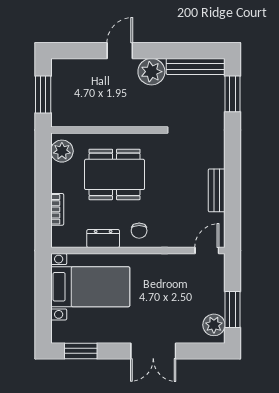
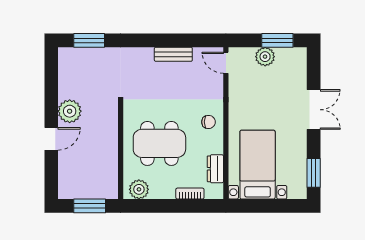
door: (120, 51) -> (51, 139), swing flipped
bench: (196, 66) -> (65, 73), removed
dining table: (115, 174) -> (159, 143), turned 90
dresser: (103, 239) -> (215, 169), moved
plant: (214, 325) -> (265, 57), moved

